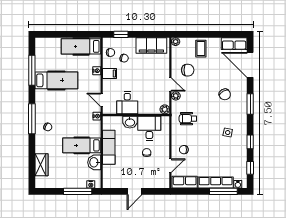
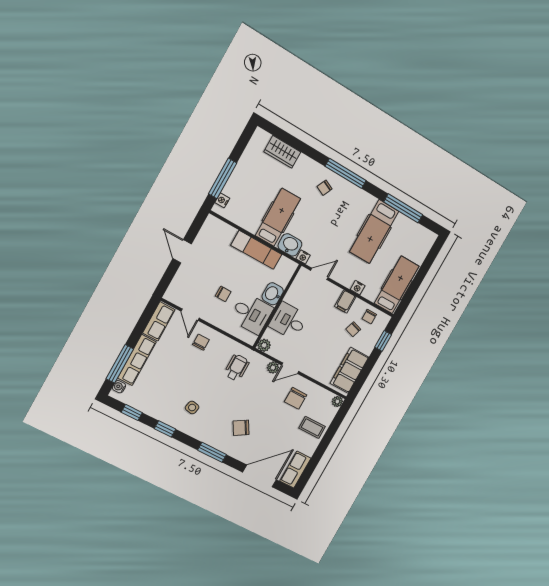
desk: (127, 103) -> (288, 321), moved
washbasin: (94, 162) -> (290, 245), moved

